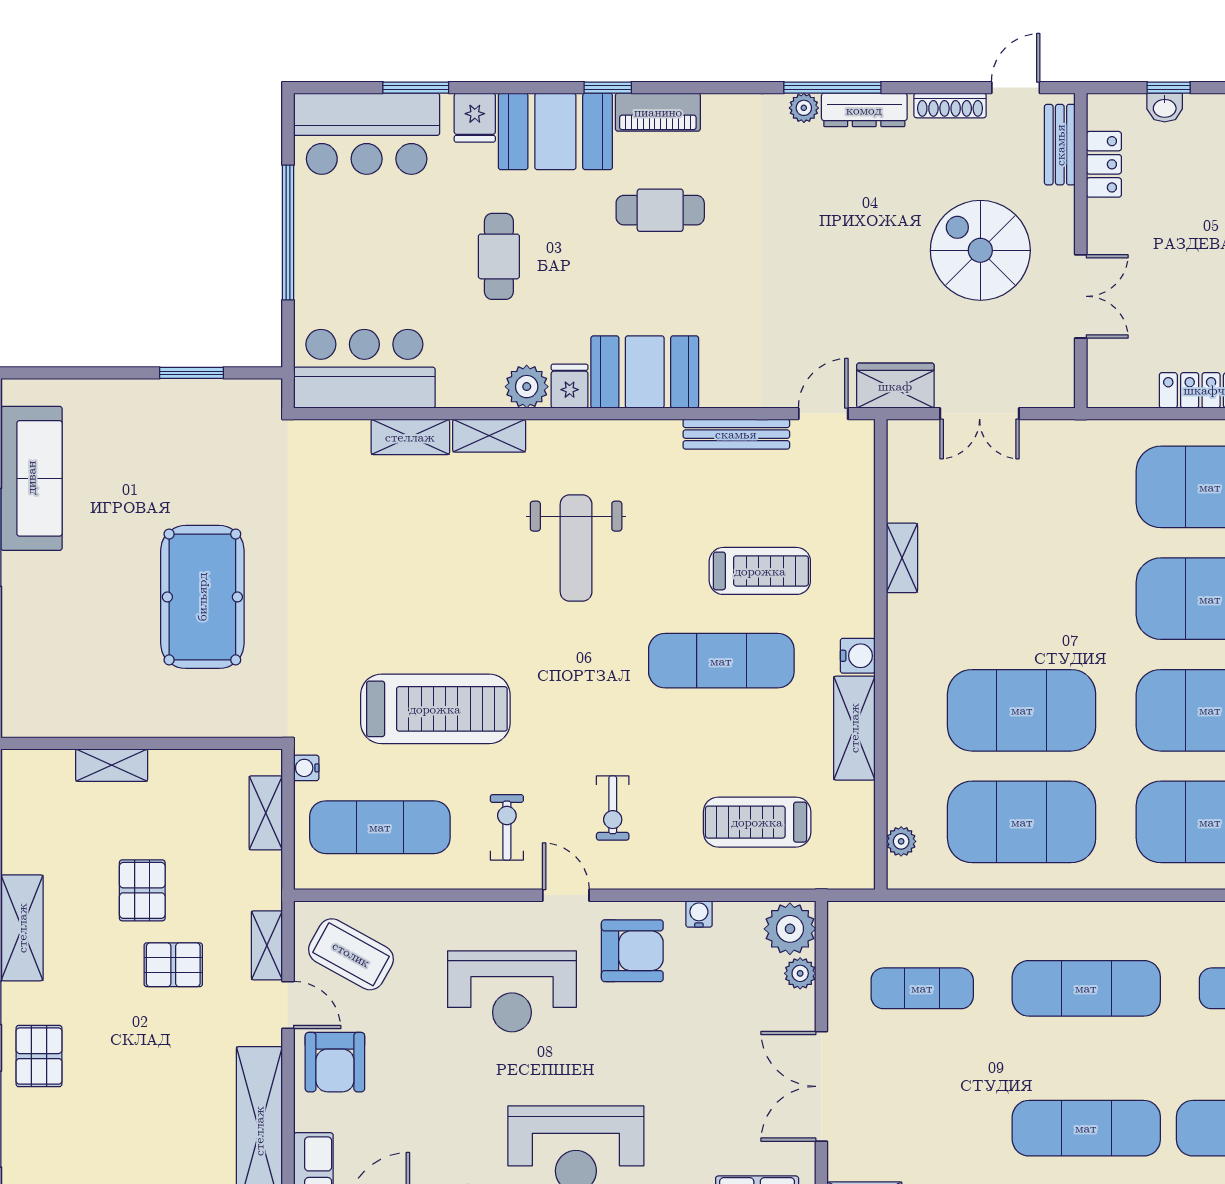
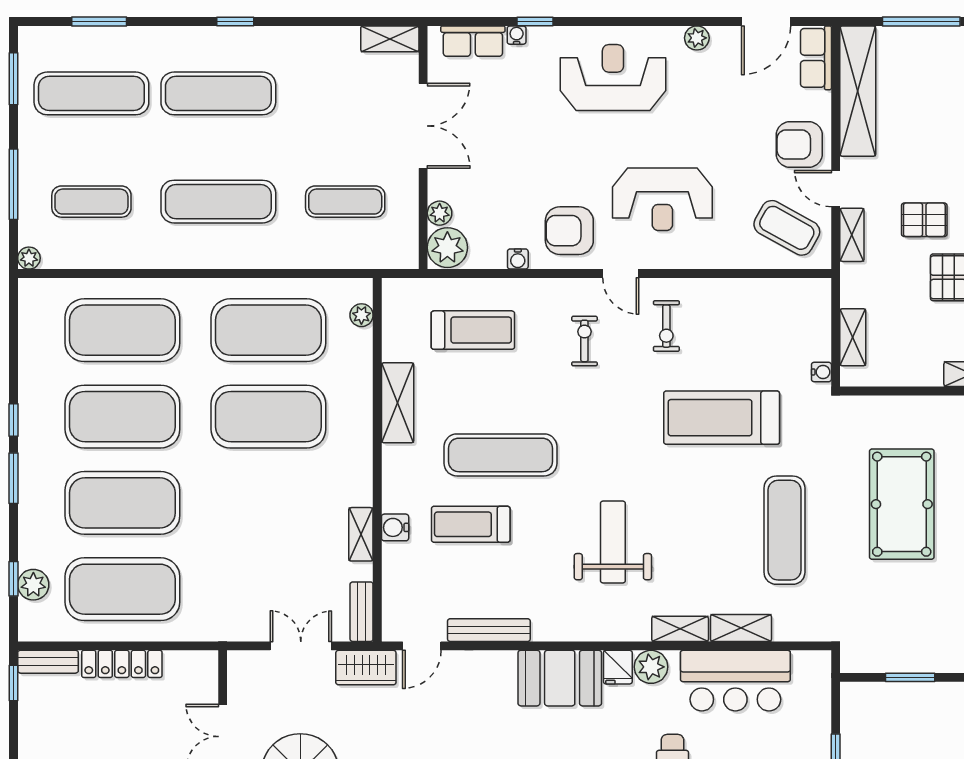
bar counter: (364, 369) -> (735, 681), moved
bench: (901, 458) -> (362, 612), added
water cooler: (858, 656) -> (395, 527), moved
exercise mat: (380, 827) -> (784, 530), moved, turned 90
reception desk: (512, 991) -> (662, 199), turned 180
armchair: (335, 1062) -> (799, 145), turned -90

